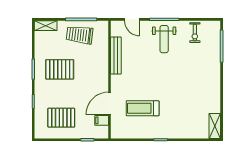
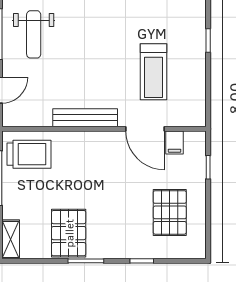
trolley: (80, 35) -> (29, 154), moved, turned -97
weight bench: (164, 39) -> (34, 34), turned 90
bench: (116, 56) -> (85, 118), moved
pallet: (60, 69) -> (69, 233), moved

